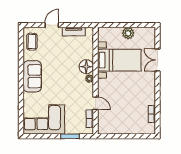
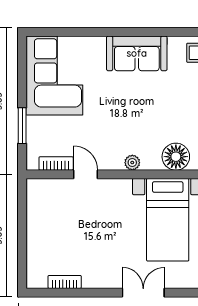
double door: (157, 60) -> (143, 293), moved
floor lamp: (86, 67) -> (176, 157), moved
door: (95, 103) -> (86, 174), swing flipped

